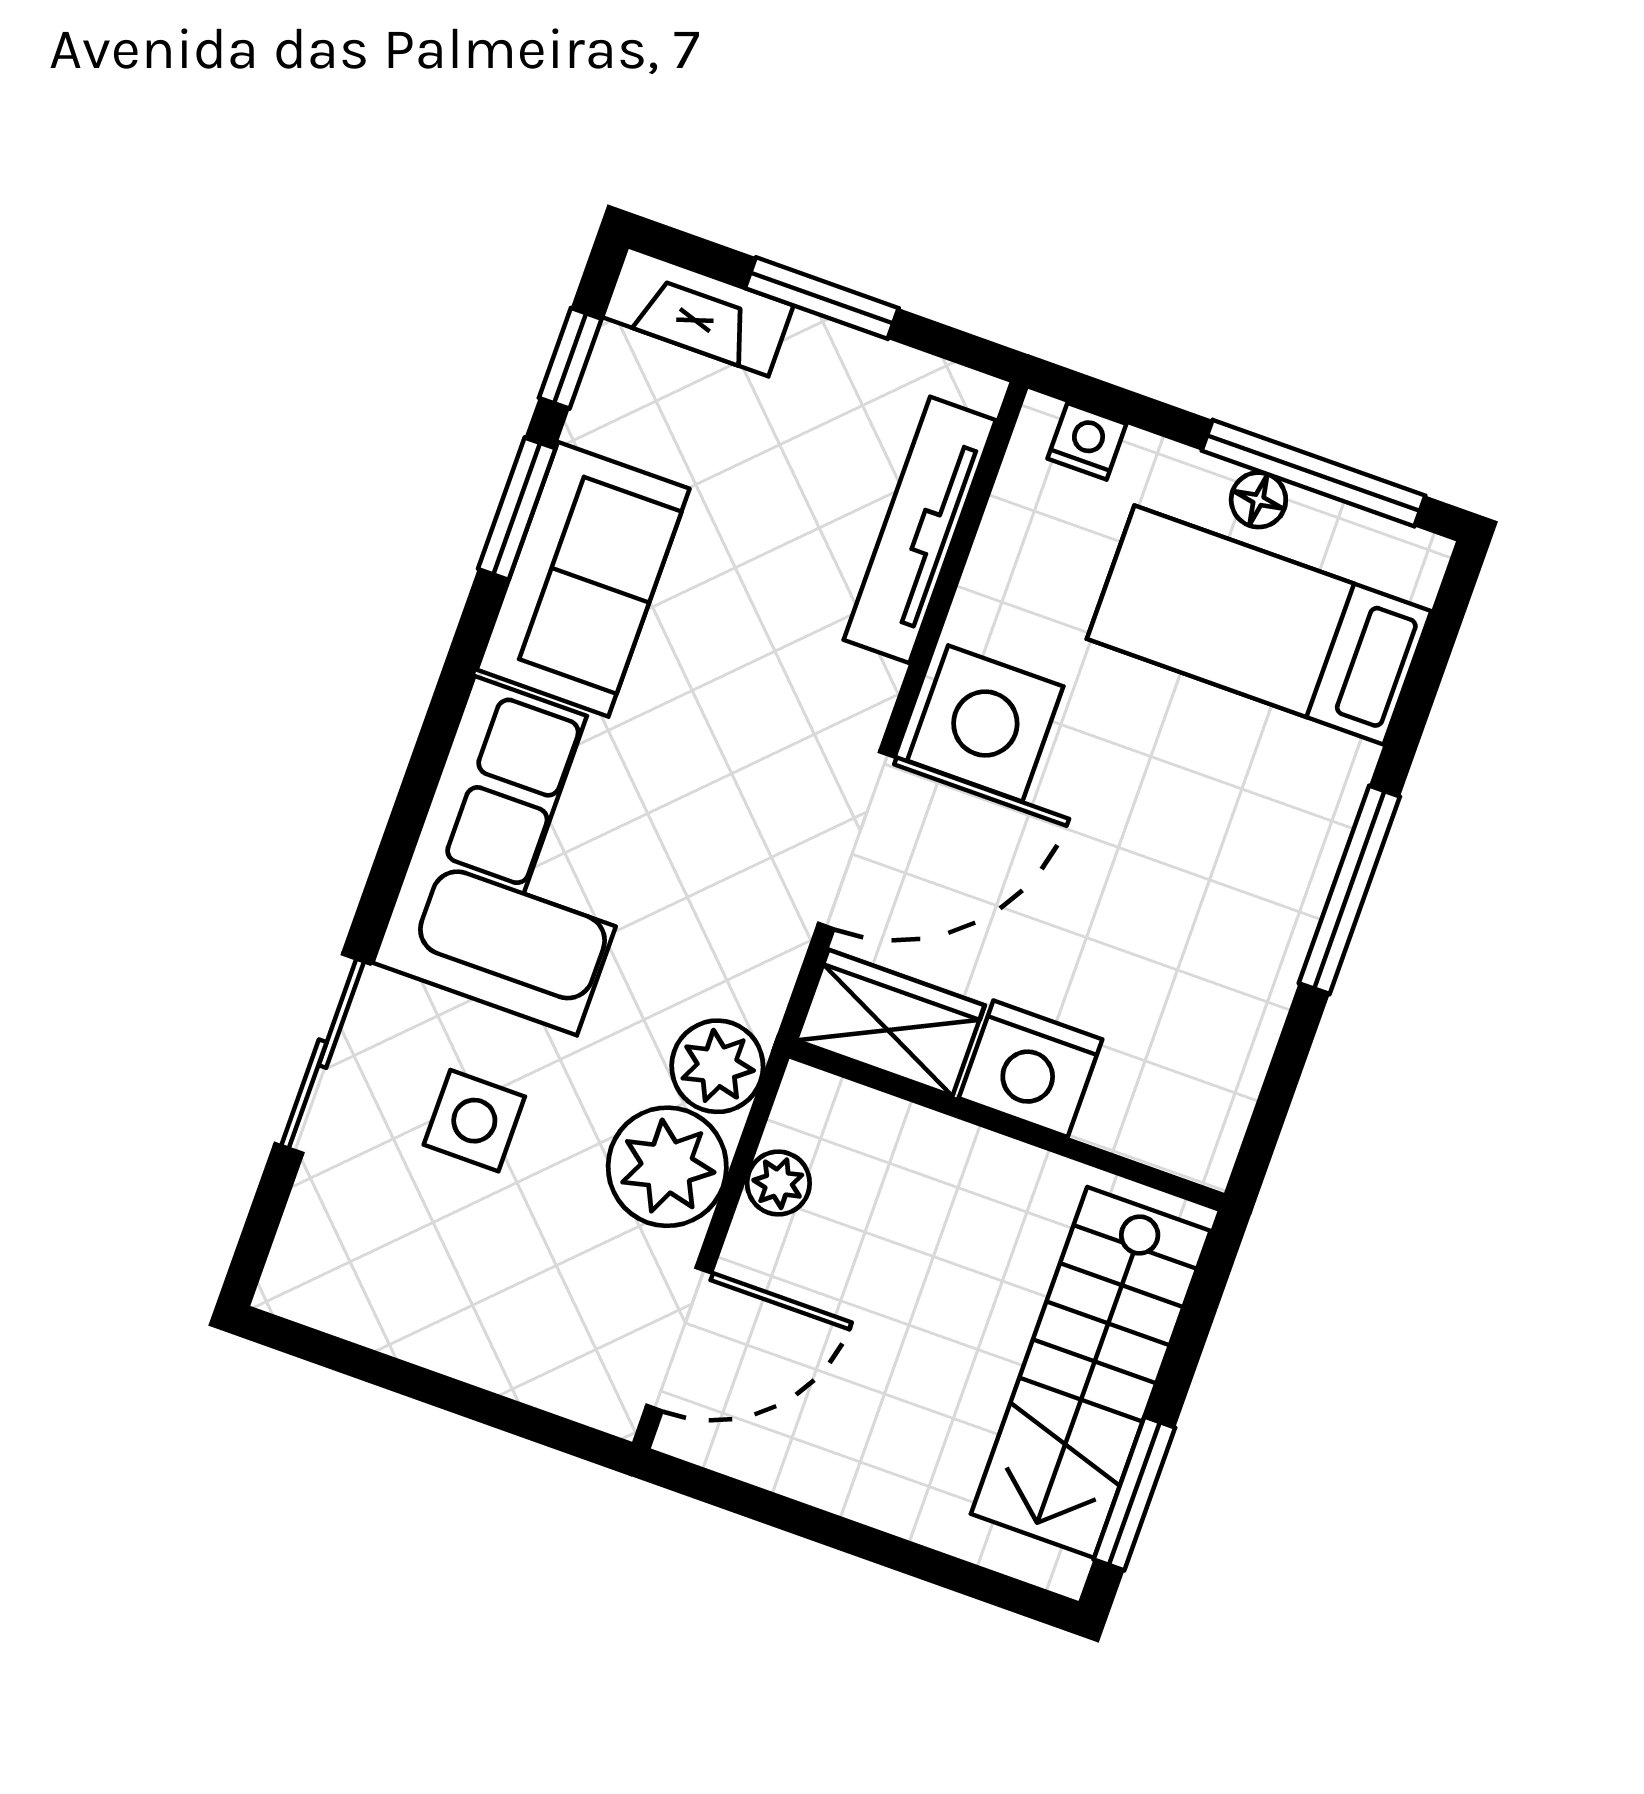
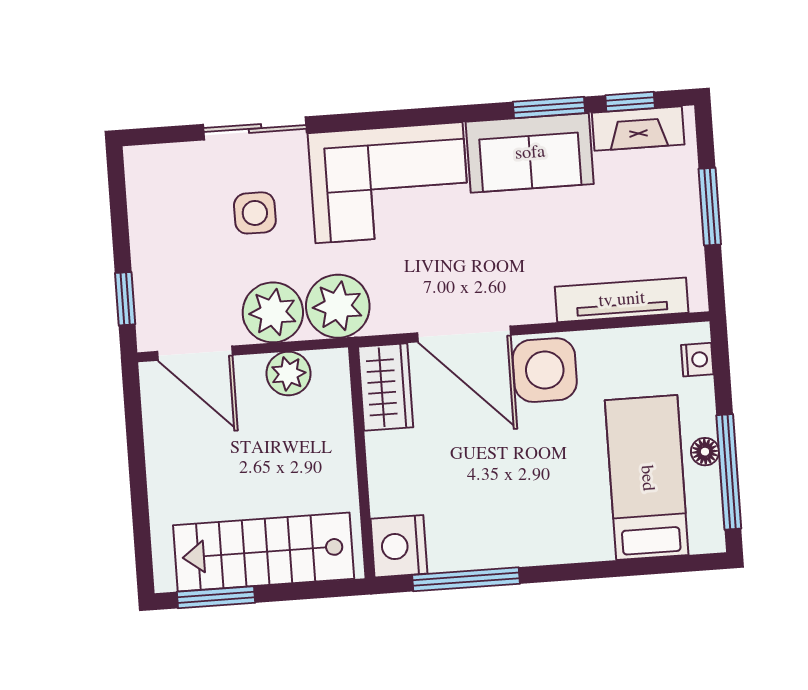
fireplace: (698, 311) -> (638, 129), moved, turned -90
window: (1349, 890) -> (466, 579), moved
plant: (717, 1066) -> (338, 306), width x1.36, depth x1.36
nightstand: (1030, 1069) -> (399, 546), moved
plant: (778, 1183) -> (288, 374), width x1.38, depth x1.38
window: (526, 1421) -> (125, 299), added

